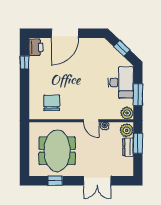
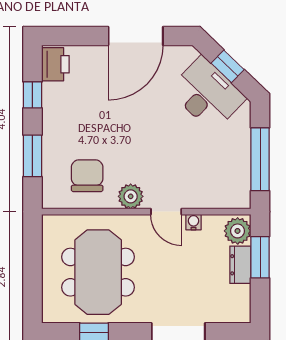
door: (65, 33) -> (136, 36), moved
desk: (121, 82) -> (207, 94), moved, turned -46
window: (24, 93) -> (32, 156), added
window: (138, 95) -> (260, 159), width x1.44
plant: (127, 113) -> (131, 196), moved

